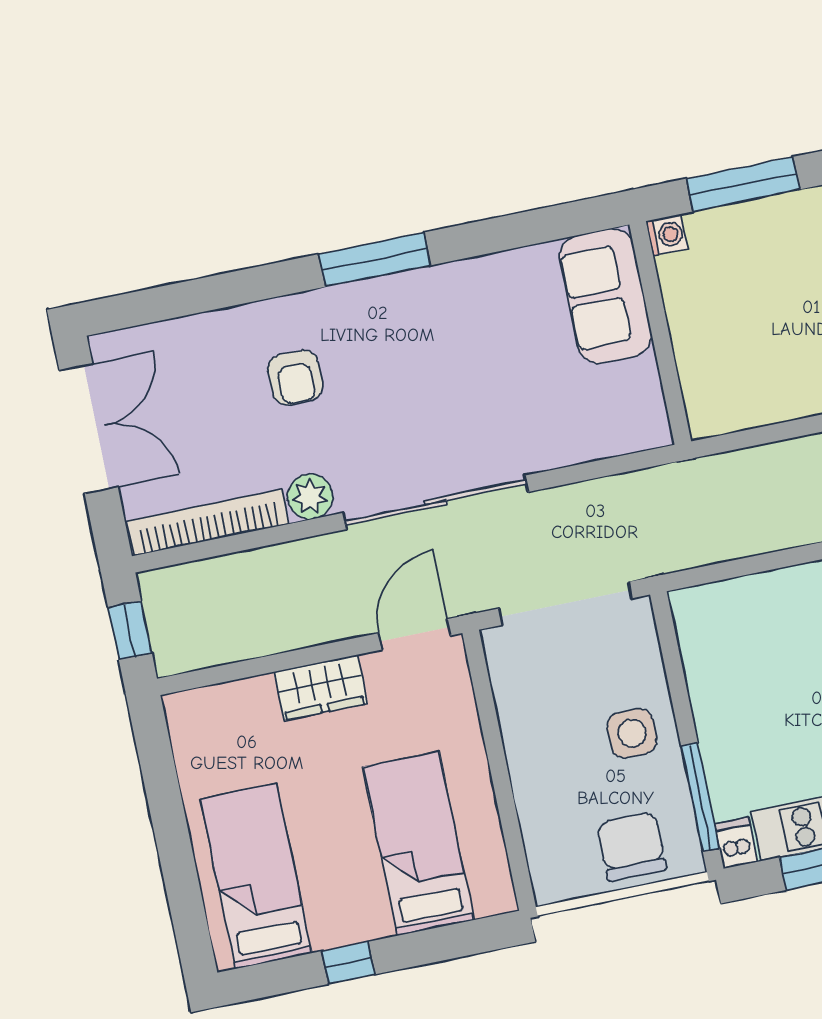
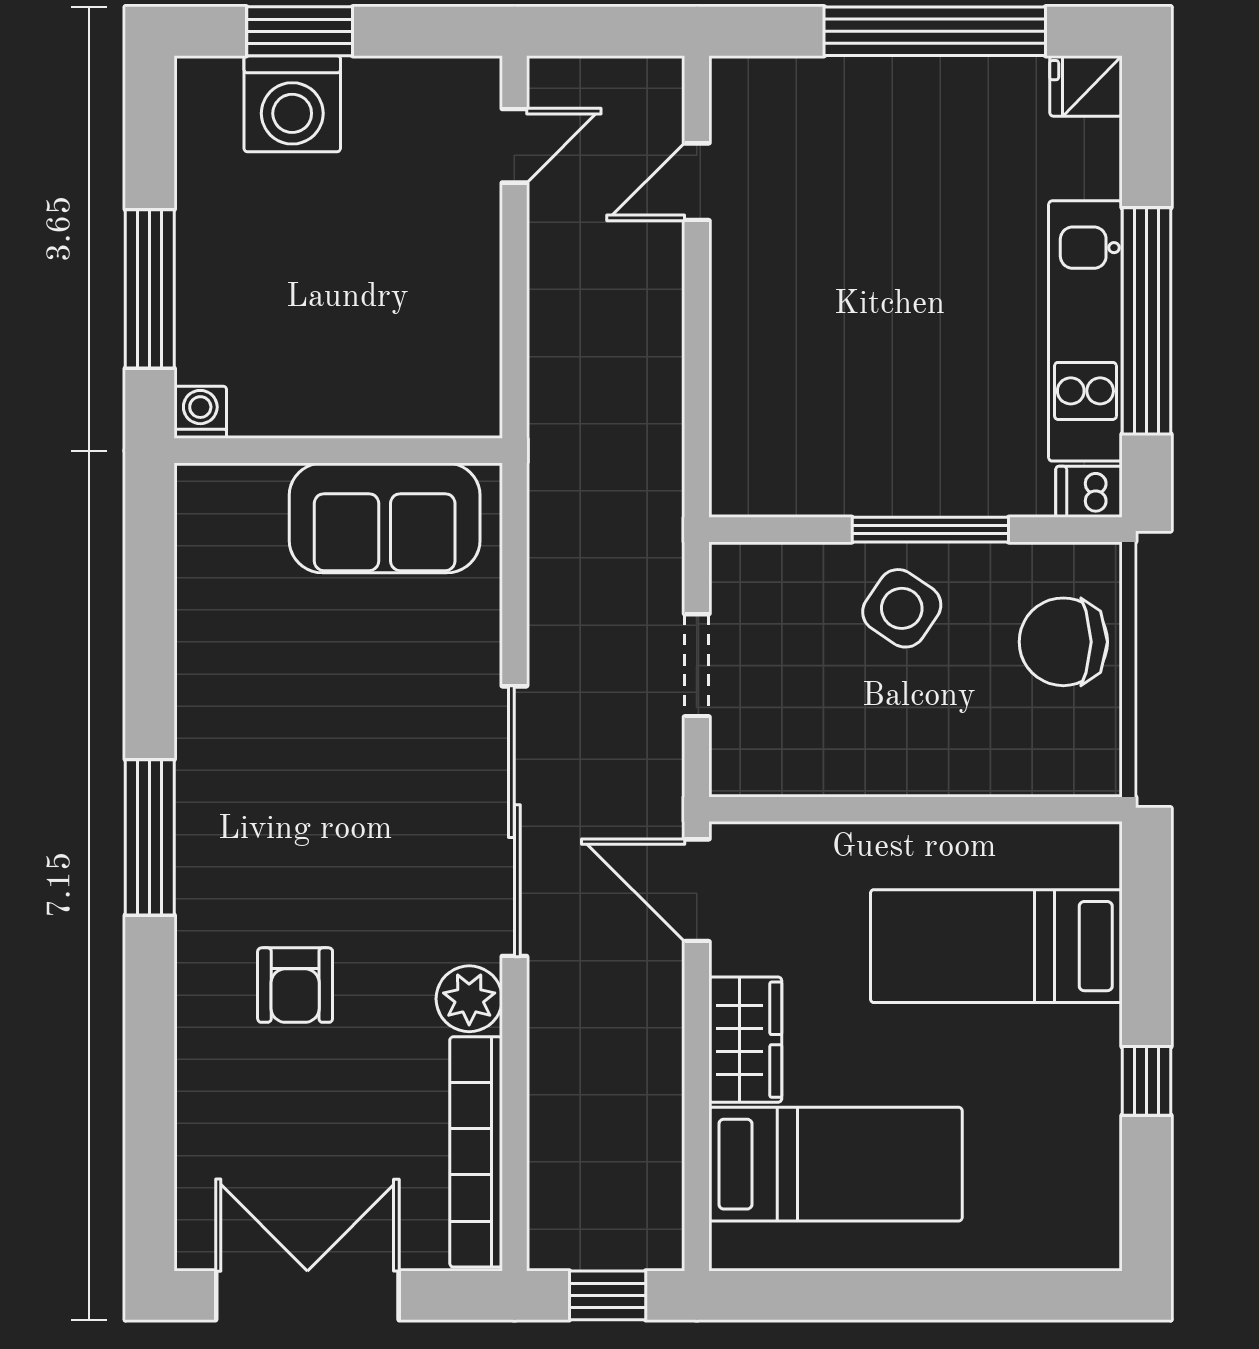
sofa: (606, 296) -> (385, 518), moved
armchair: (295, 378) -> (295, 985), turned 90
doorway: (566, 603) -> (697, 665), width x0.53
side table: (632, 733) -> (902, 608), turned 34
window: (700, 797) -> (930, 530), moved
bed: (256, 876) -> (836, 1164), moved, turned 180

